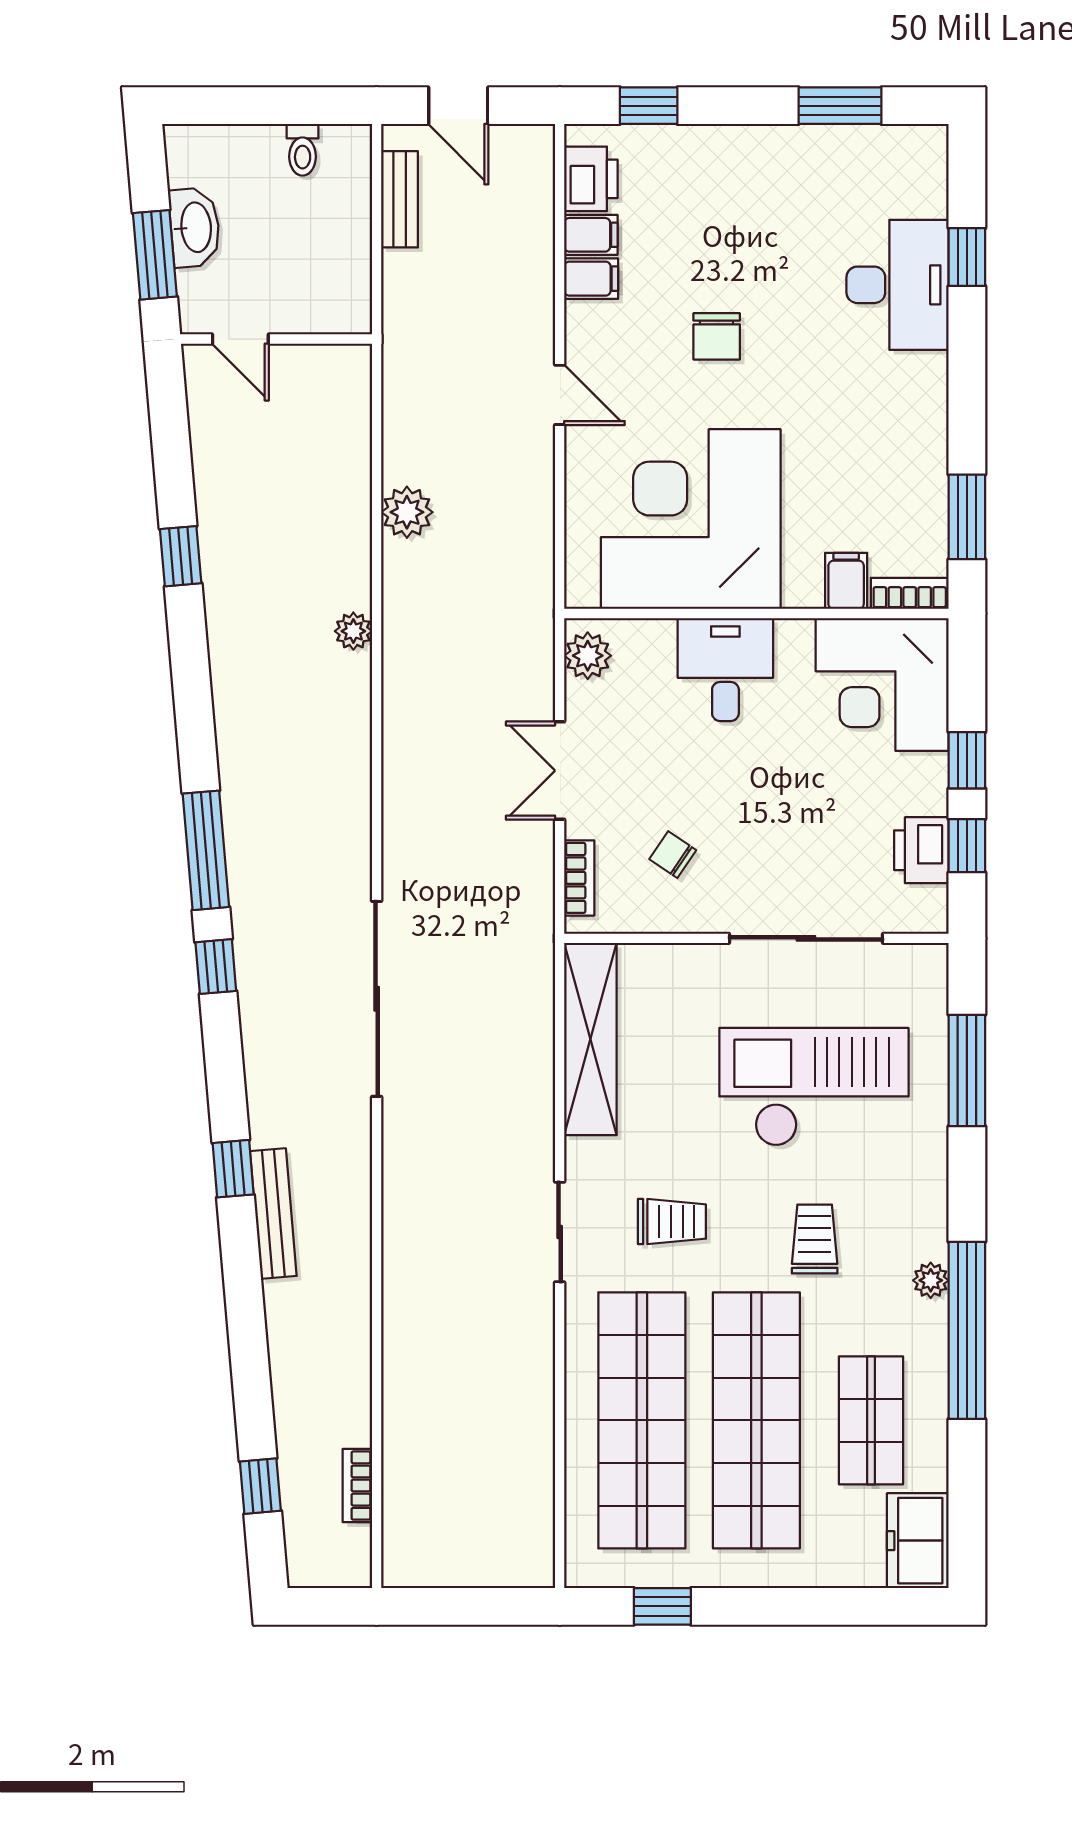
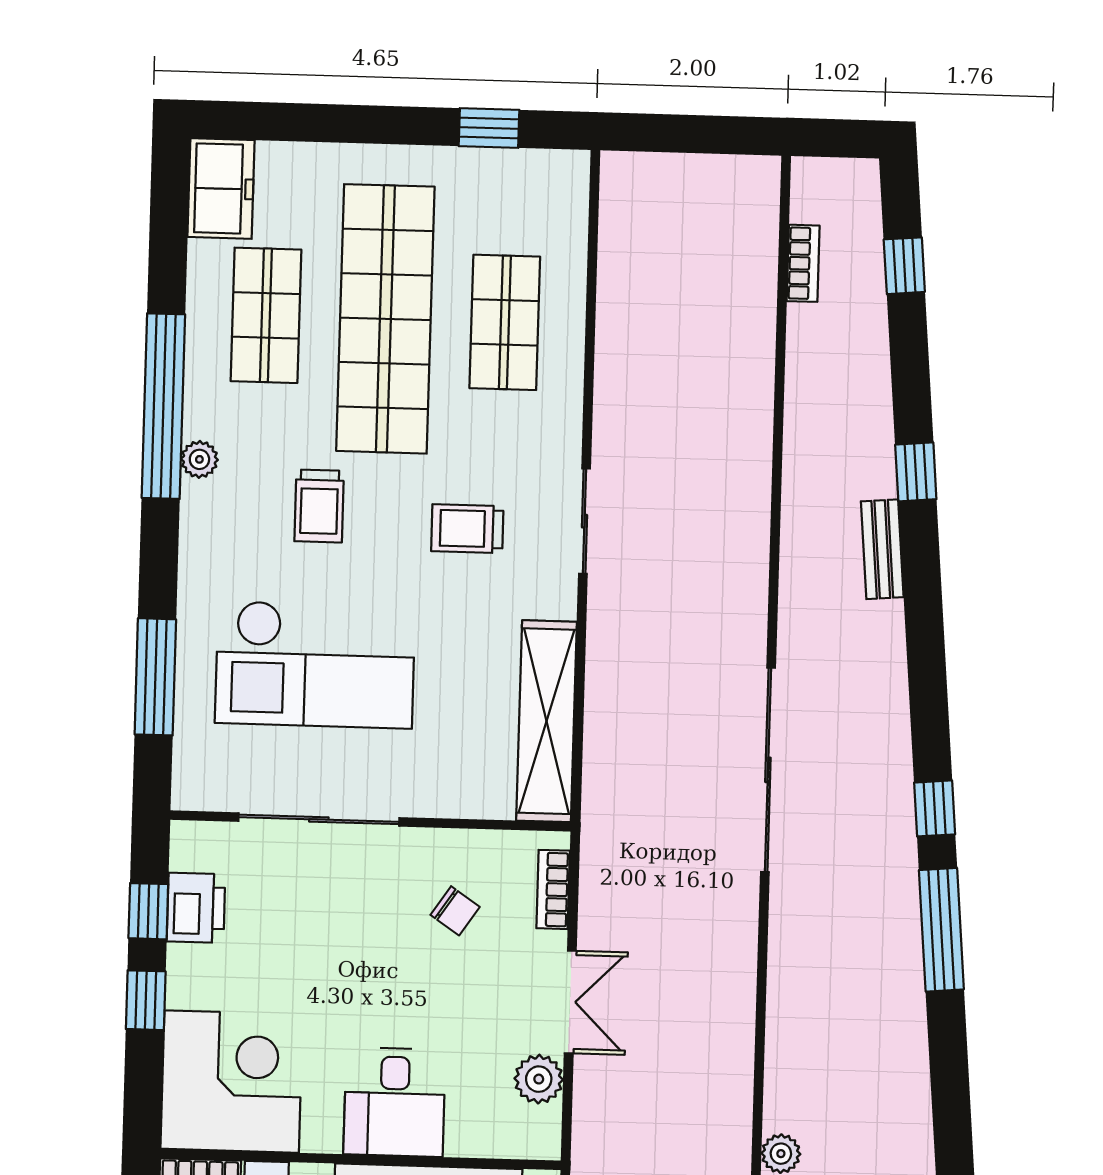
plant: (588, 656) -> (539, 1079), moved
window: (233, 1169) -> (916, 472), moved
bench: (273, 1214) -> (882, 549), width x0.73
shop shelf: (642, 1420) -> (505, 322), width x0.50, depth x0.74

